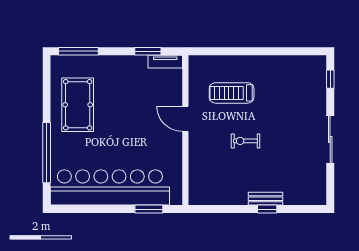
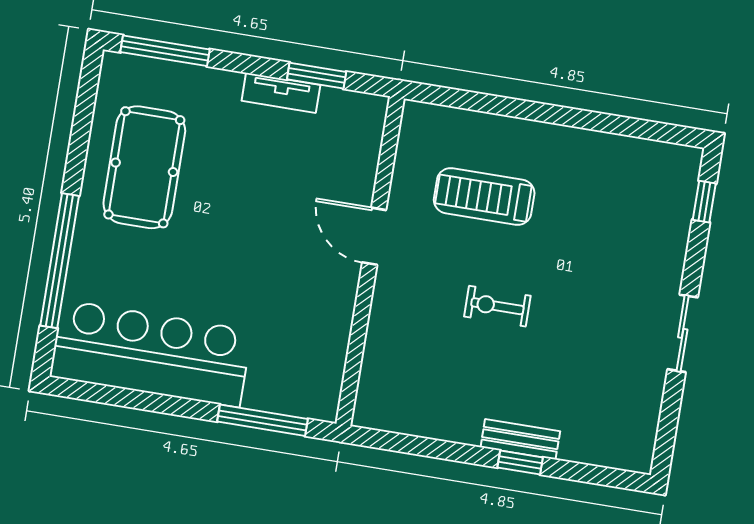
tv unit: (165, 62) -> (281, 93), moved
sliding door: (330, 140) -> (683, 333), width x0.73
bar counter: (110, 187) -> (151, 354), width x0.73
window: (149, 209) -> (263, 420), width x1.44

